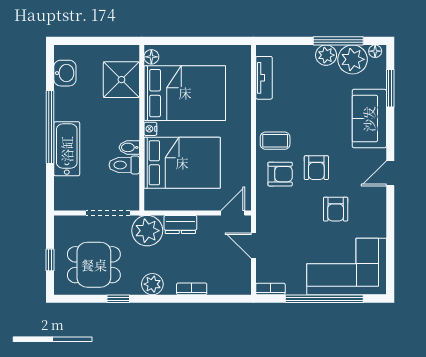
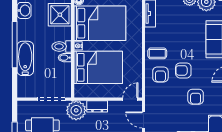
toilet: (124, 165) -> (62, 46), moved
armchair: (316, 168) -> (183, 70), turned 90
armchair: (280, 174) -> (160, 75), turned 90

